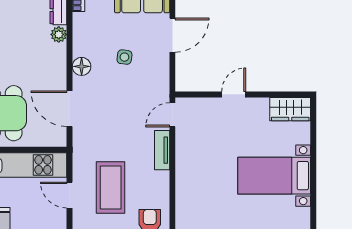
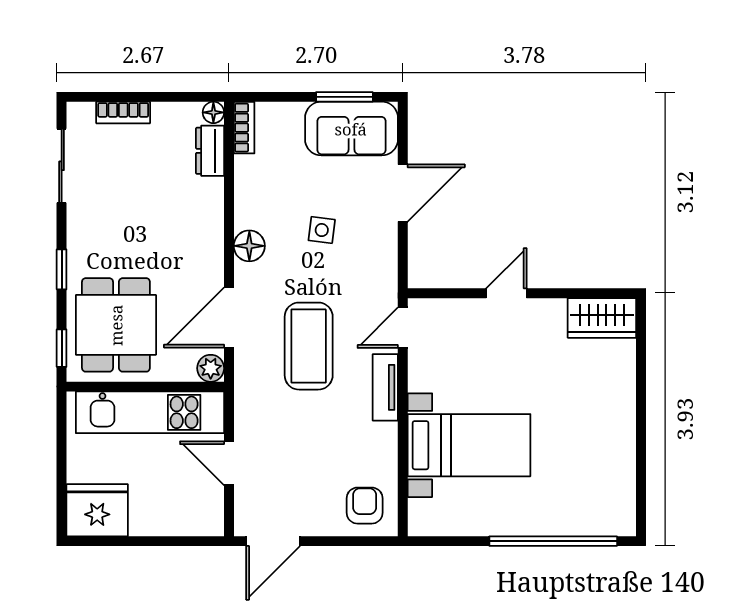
plant: (59, 34) -> (211, 368), moved
door: (70, 109) -> (229, 317), hinge flipped
bed with nightstands: (274, 176) -> (469, 445), moved, turned 180
coffee table: (111, 188) -> (309, 346), moved

